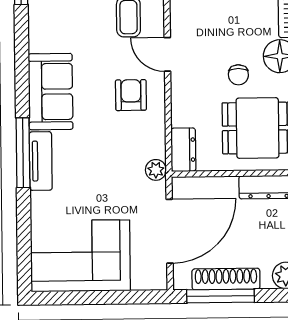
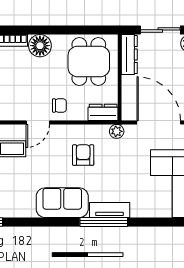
chair: (238, 75) -> (59, 105), moved
armchair: (131, 95) -> (83, 155), moved, turned 90

